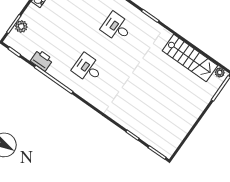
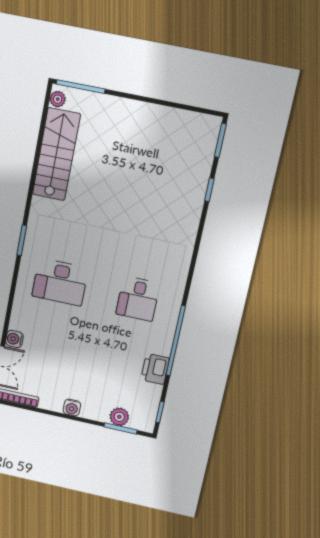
desk: (117, 27) -> (60, 282), width x1.37

